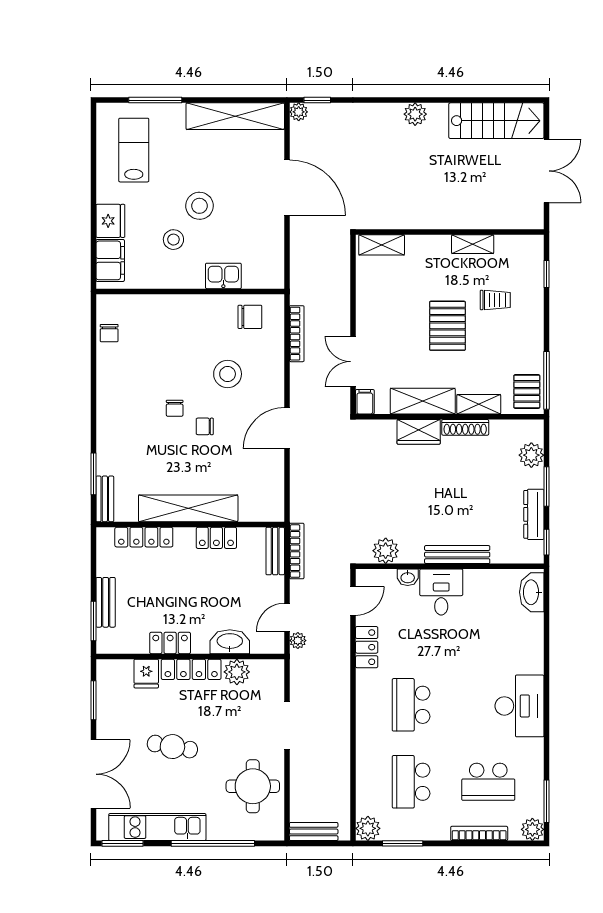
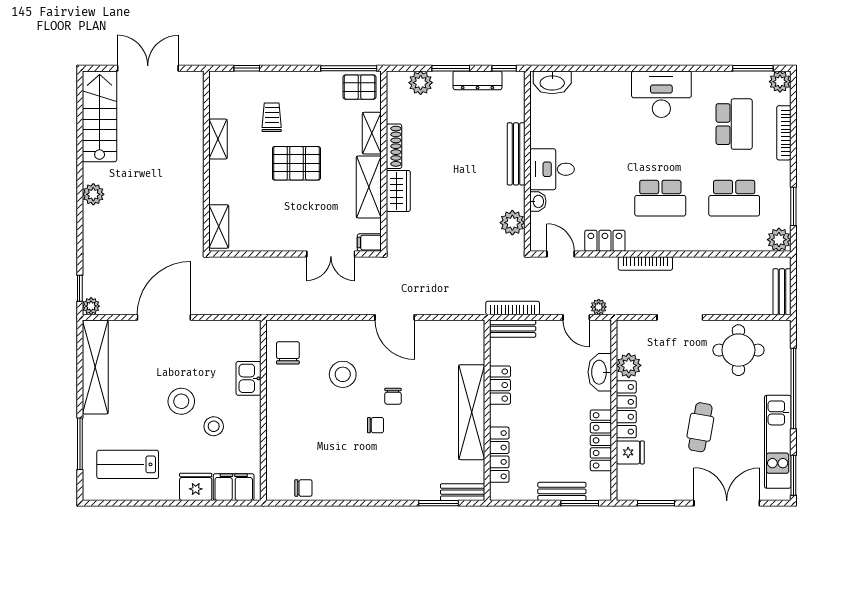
bookcase: (297, 334) -> (645, 263), moved, turned 180
locker: (170, 643) -> (601, 440), width x1.53

